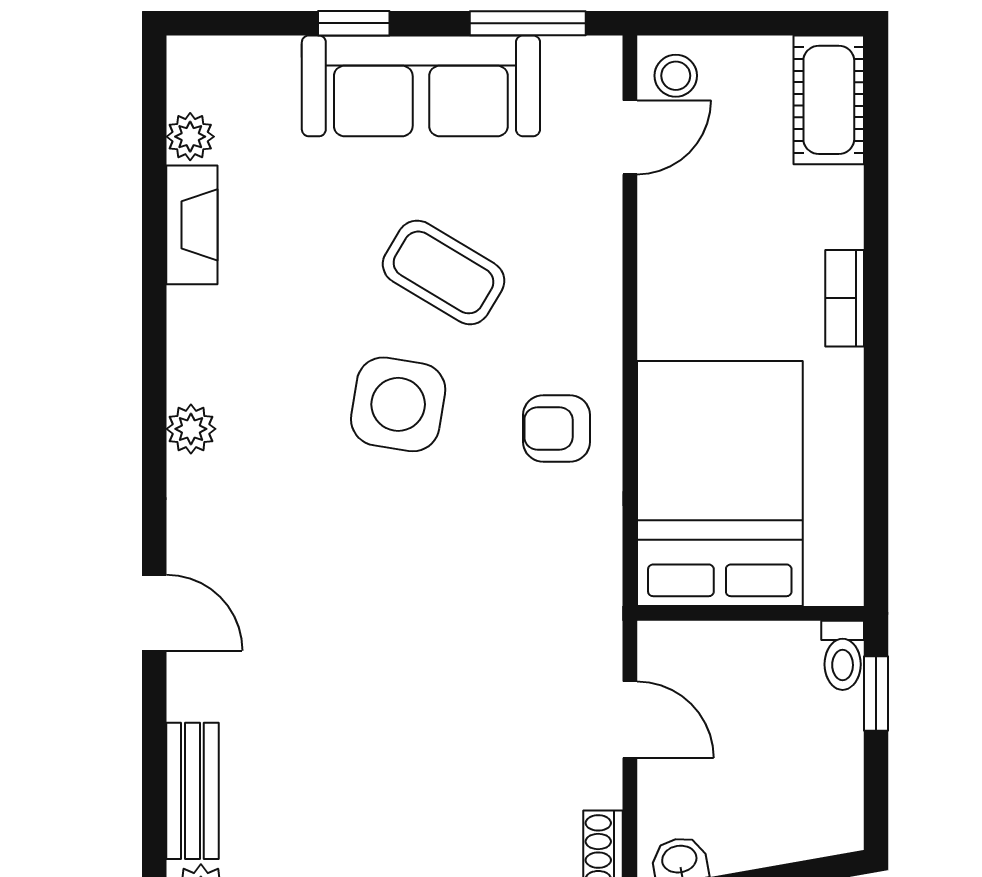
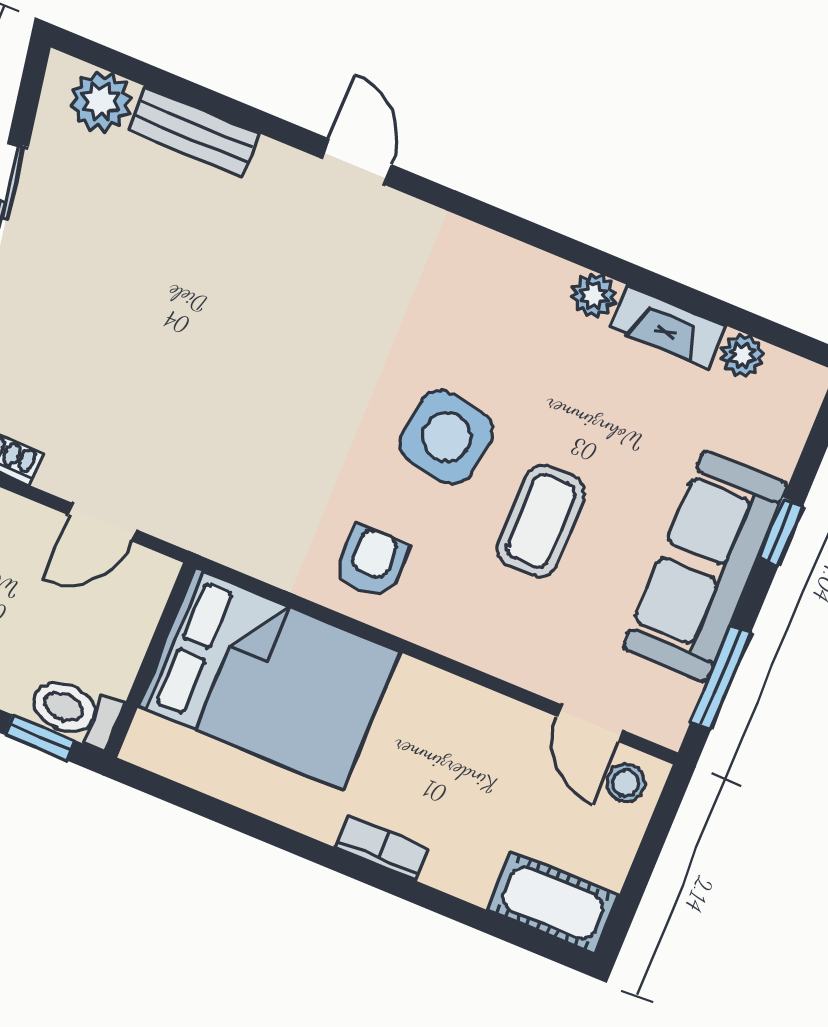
coffee table: (444, 272) -> (541, 521), turned -31
plant: (191, 429) -> (594, 295), moved
door: (154, 613) -> (356, 161), swing flipped
toilet: (843, 655) -> (75, 711), width x1.37, depth x1.39

